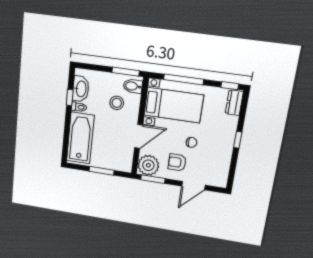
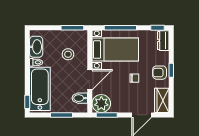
bidet: (133, 86) -> (80, 98), moved
window: (70, 98) -> (27, 102), moved
armchair: (177, 162) -> (160, 73), moved
wardrobe: (220, 173) -> (162, 100), added

